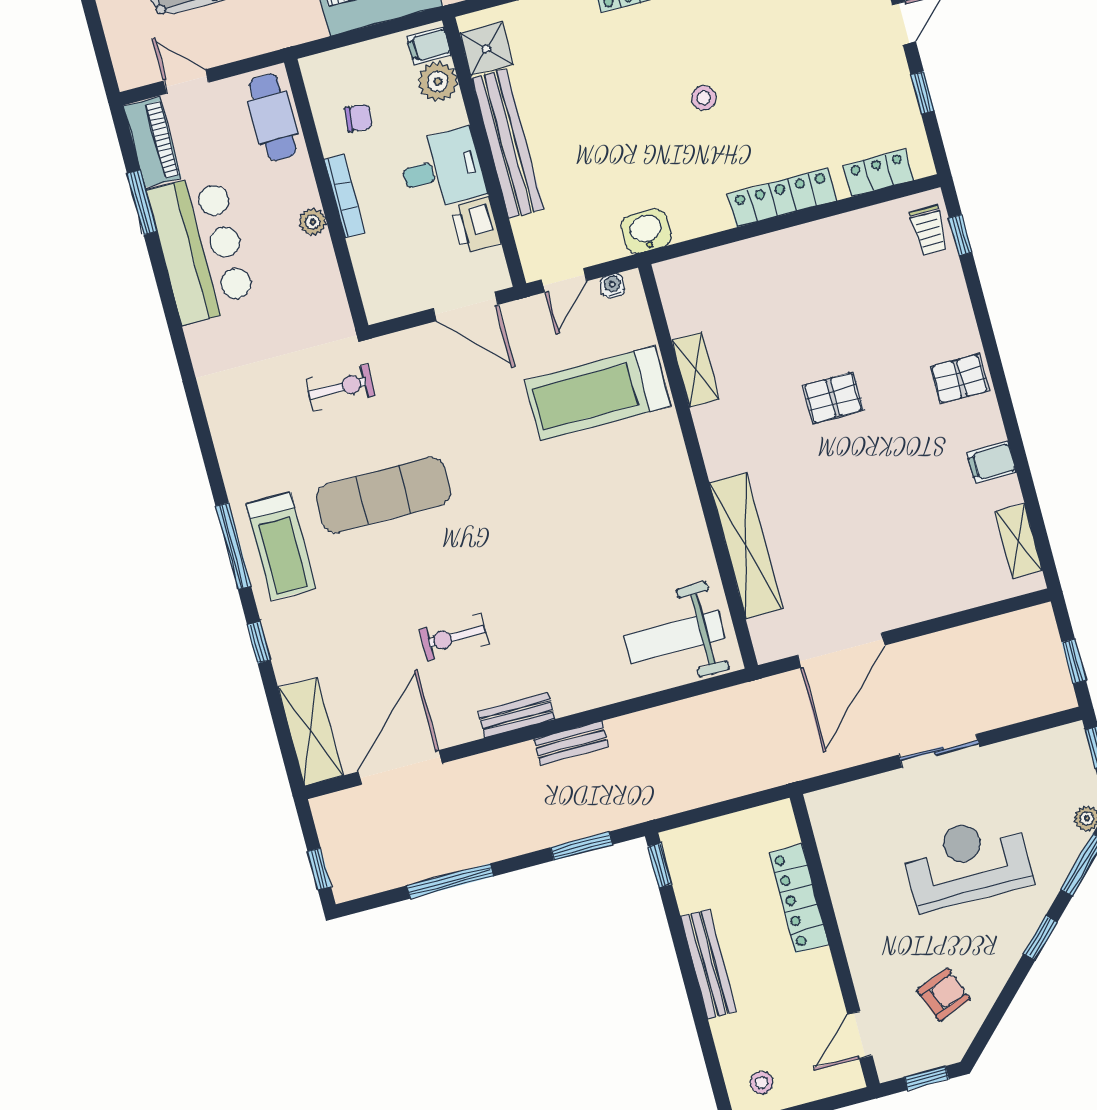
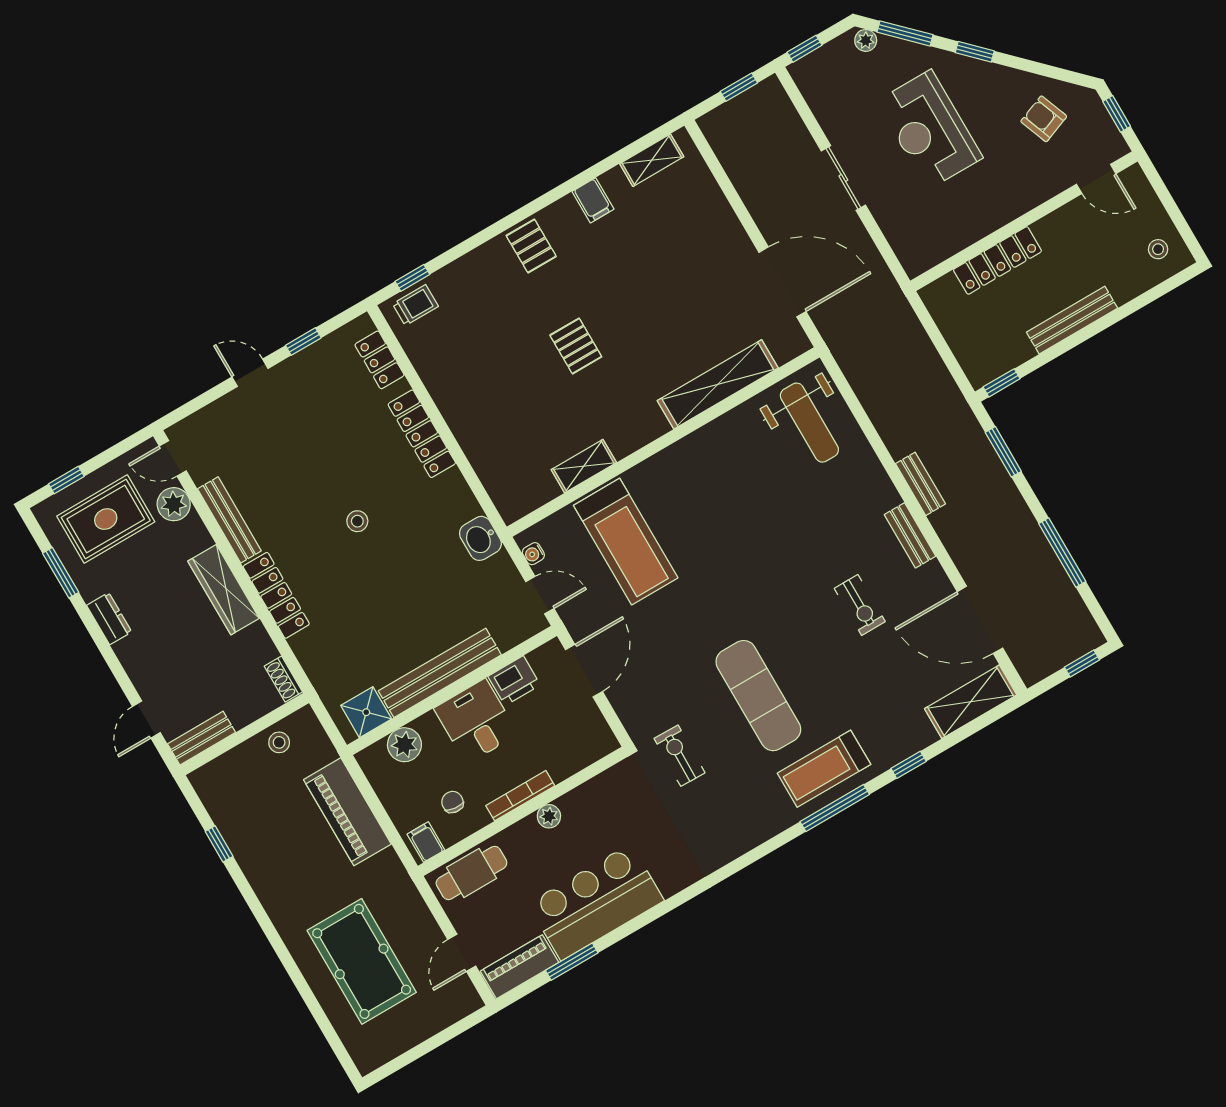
filing cabinet: (429, 46) -> (426, 842), moved, turned 180
treadmill: (281, 546) -> (824, 769), turned 180

